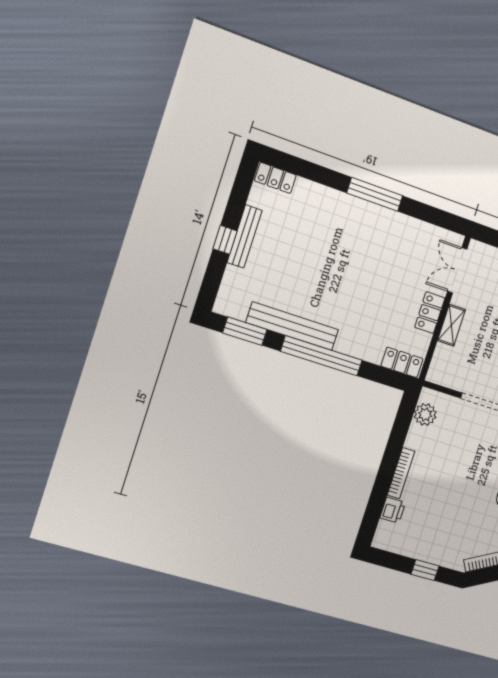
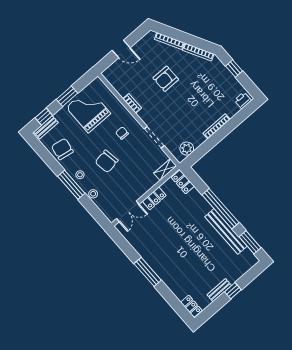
bench: (245, 236) -> (219, 290), width x0.73
shelving: (451, 325) -> (165, 170), moved
printer: (393, 510) -> (243, 100), moved

